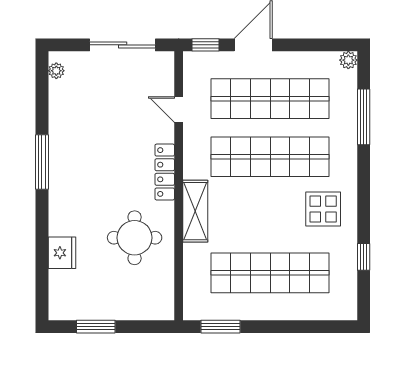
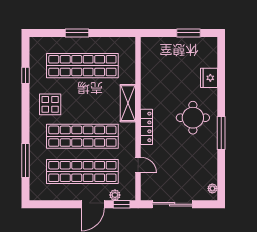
plant: (348, 60) -> (115, 195), moved
round table: (135, 238) -> (193, 118), moved
window: (220, 327) -> (77, 33), moved

